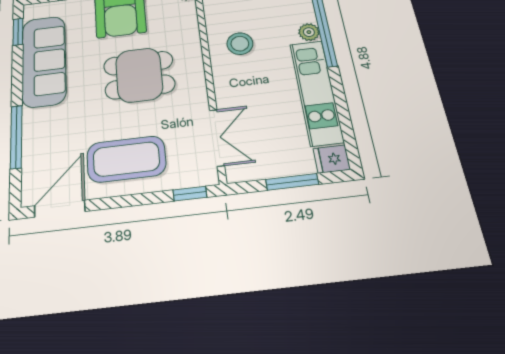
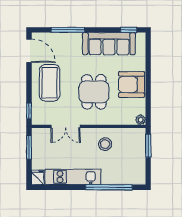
plant: (309, 32) -> (107, 180), removed
double door: (217, 138) -> (66, 126), moved
window: (292, 182) -> (29, 147), moved

